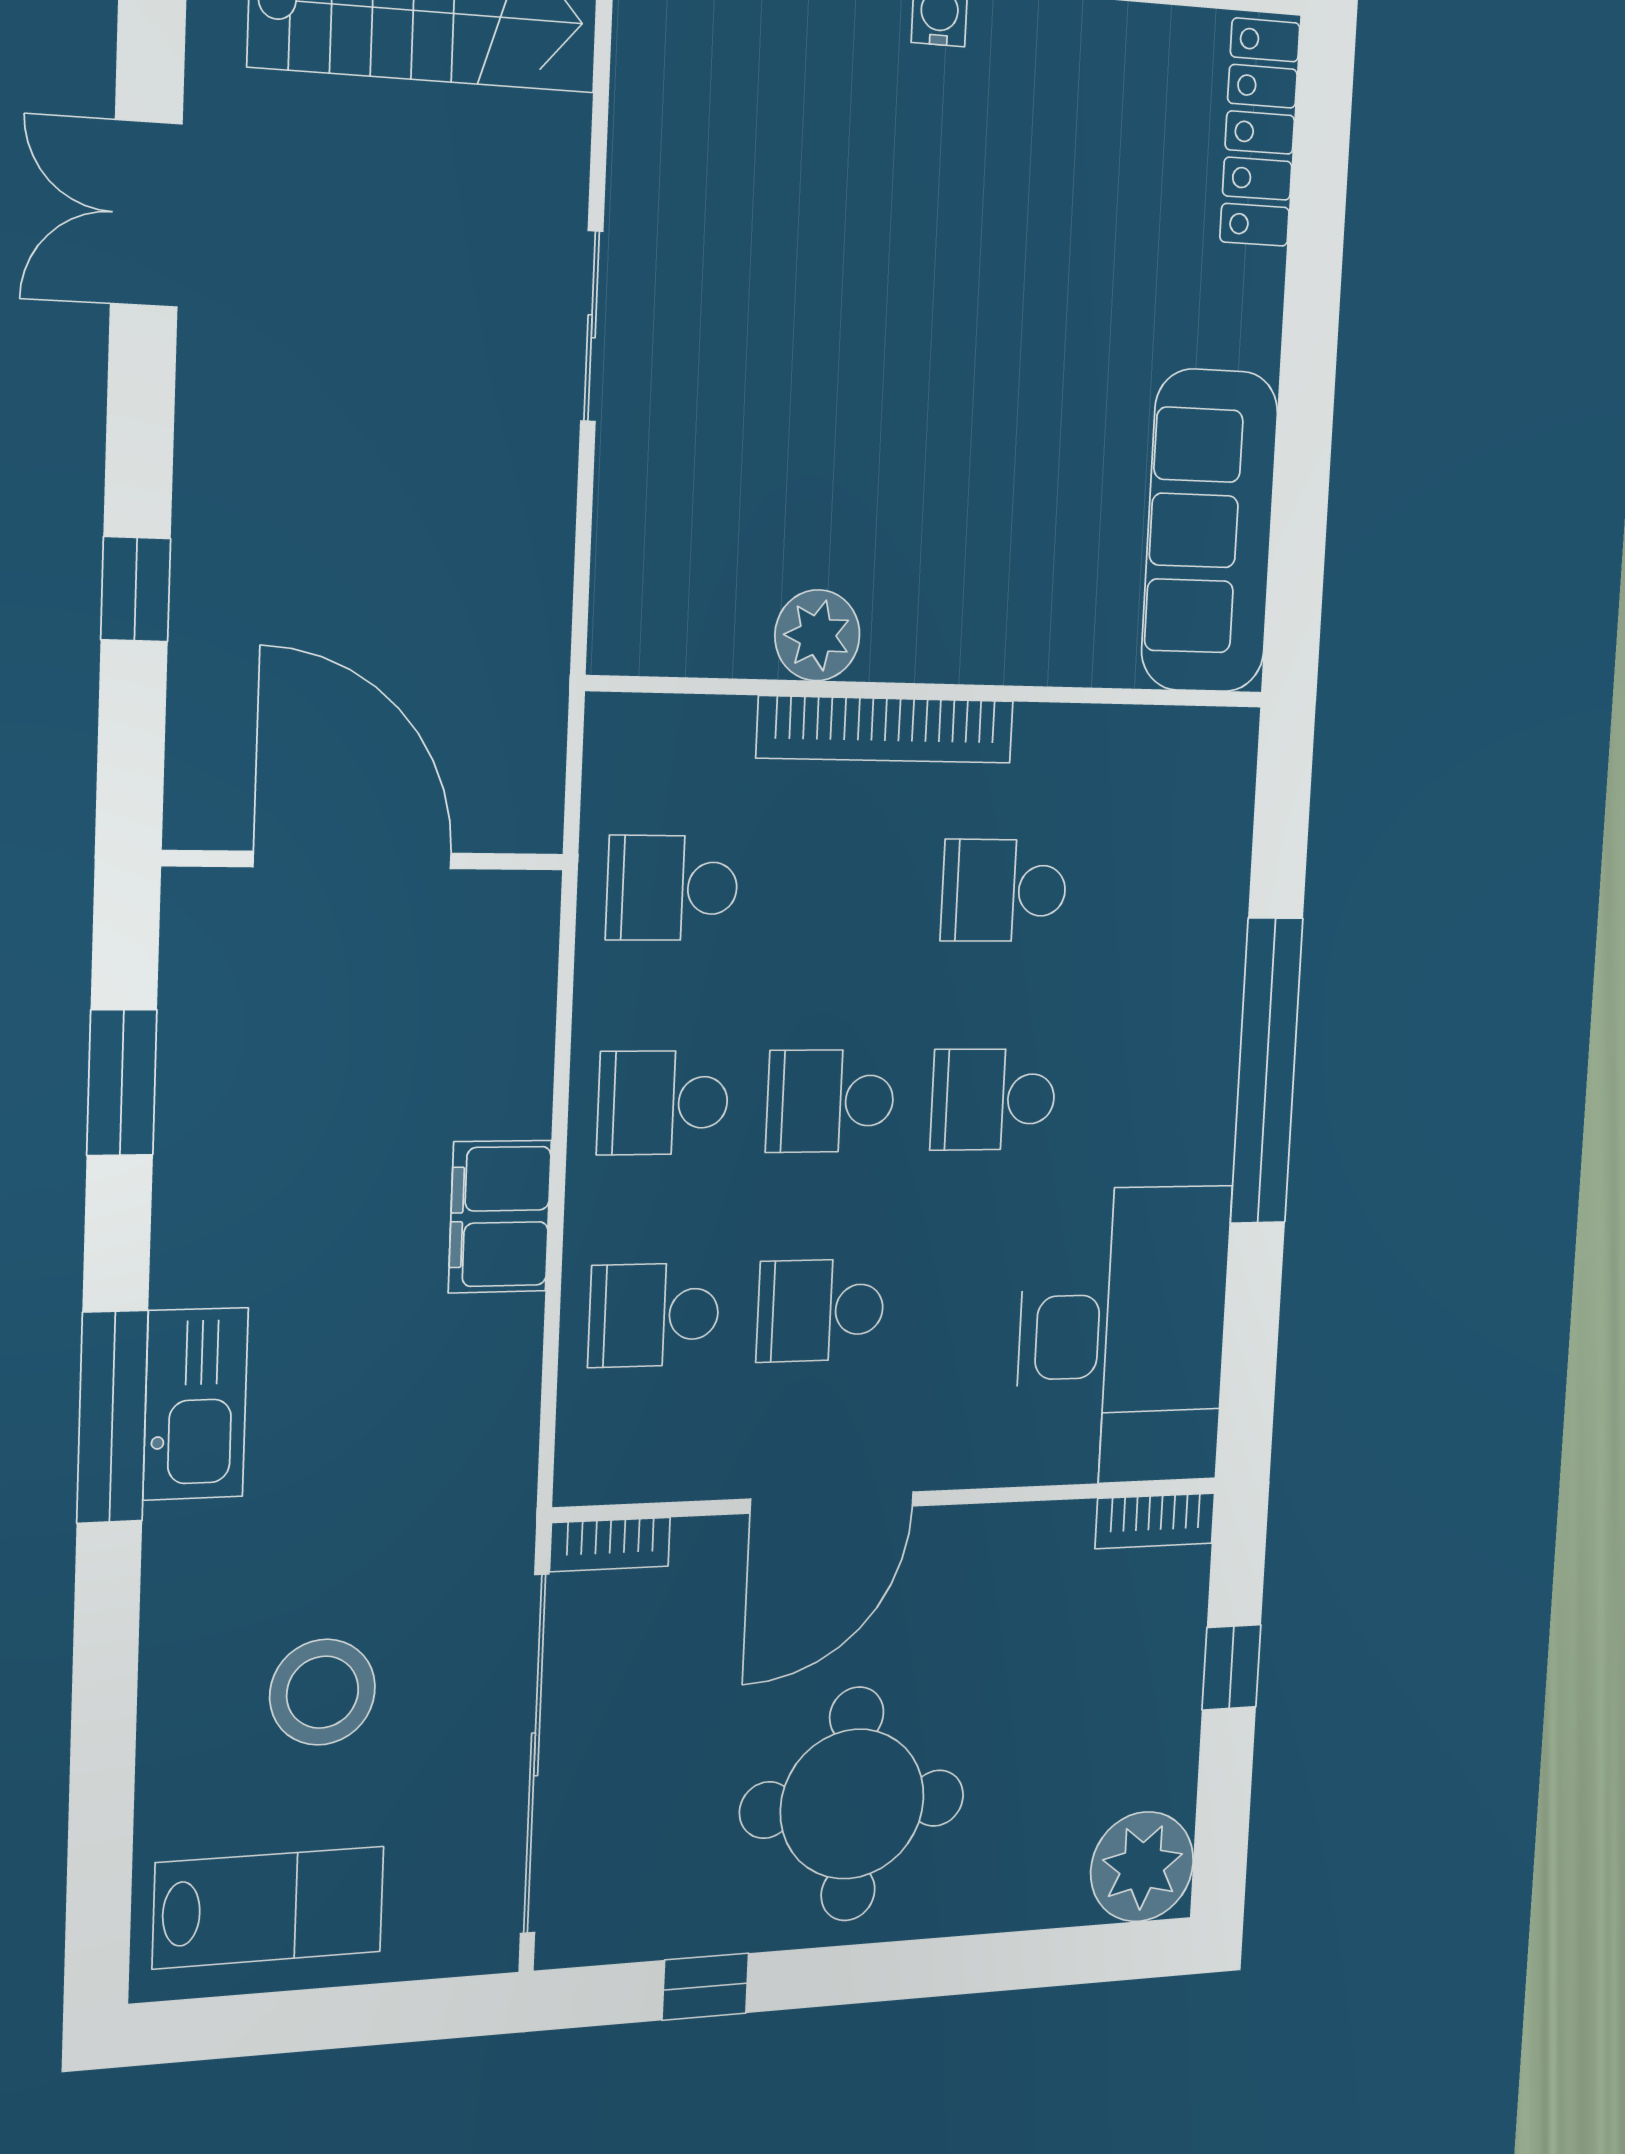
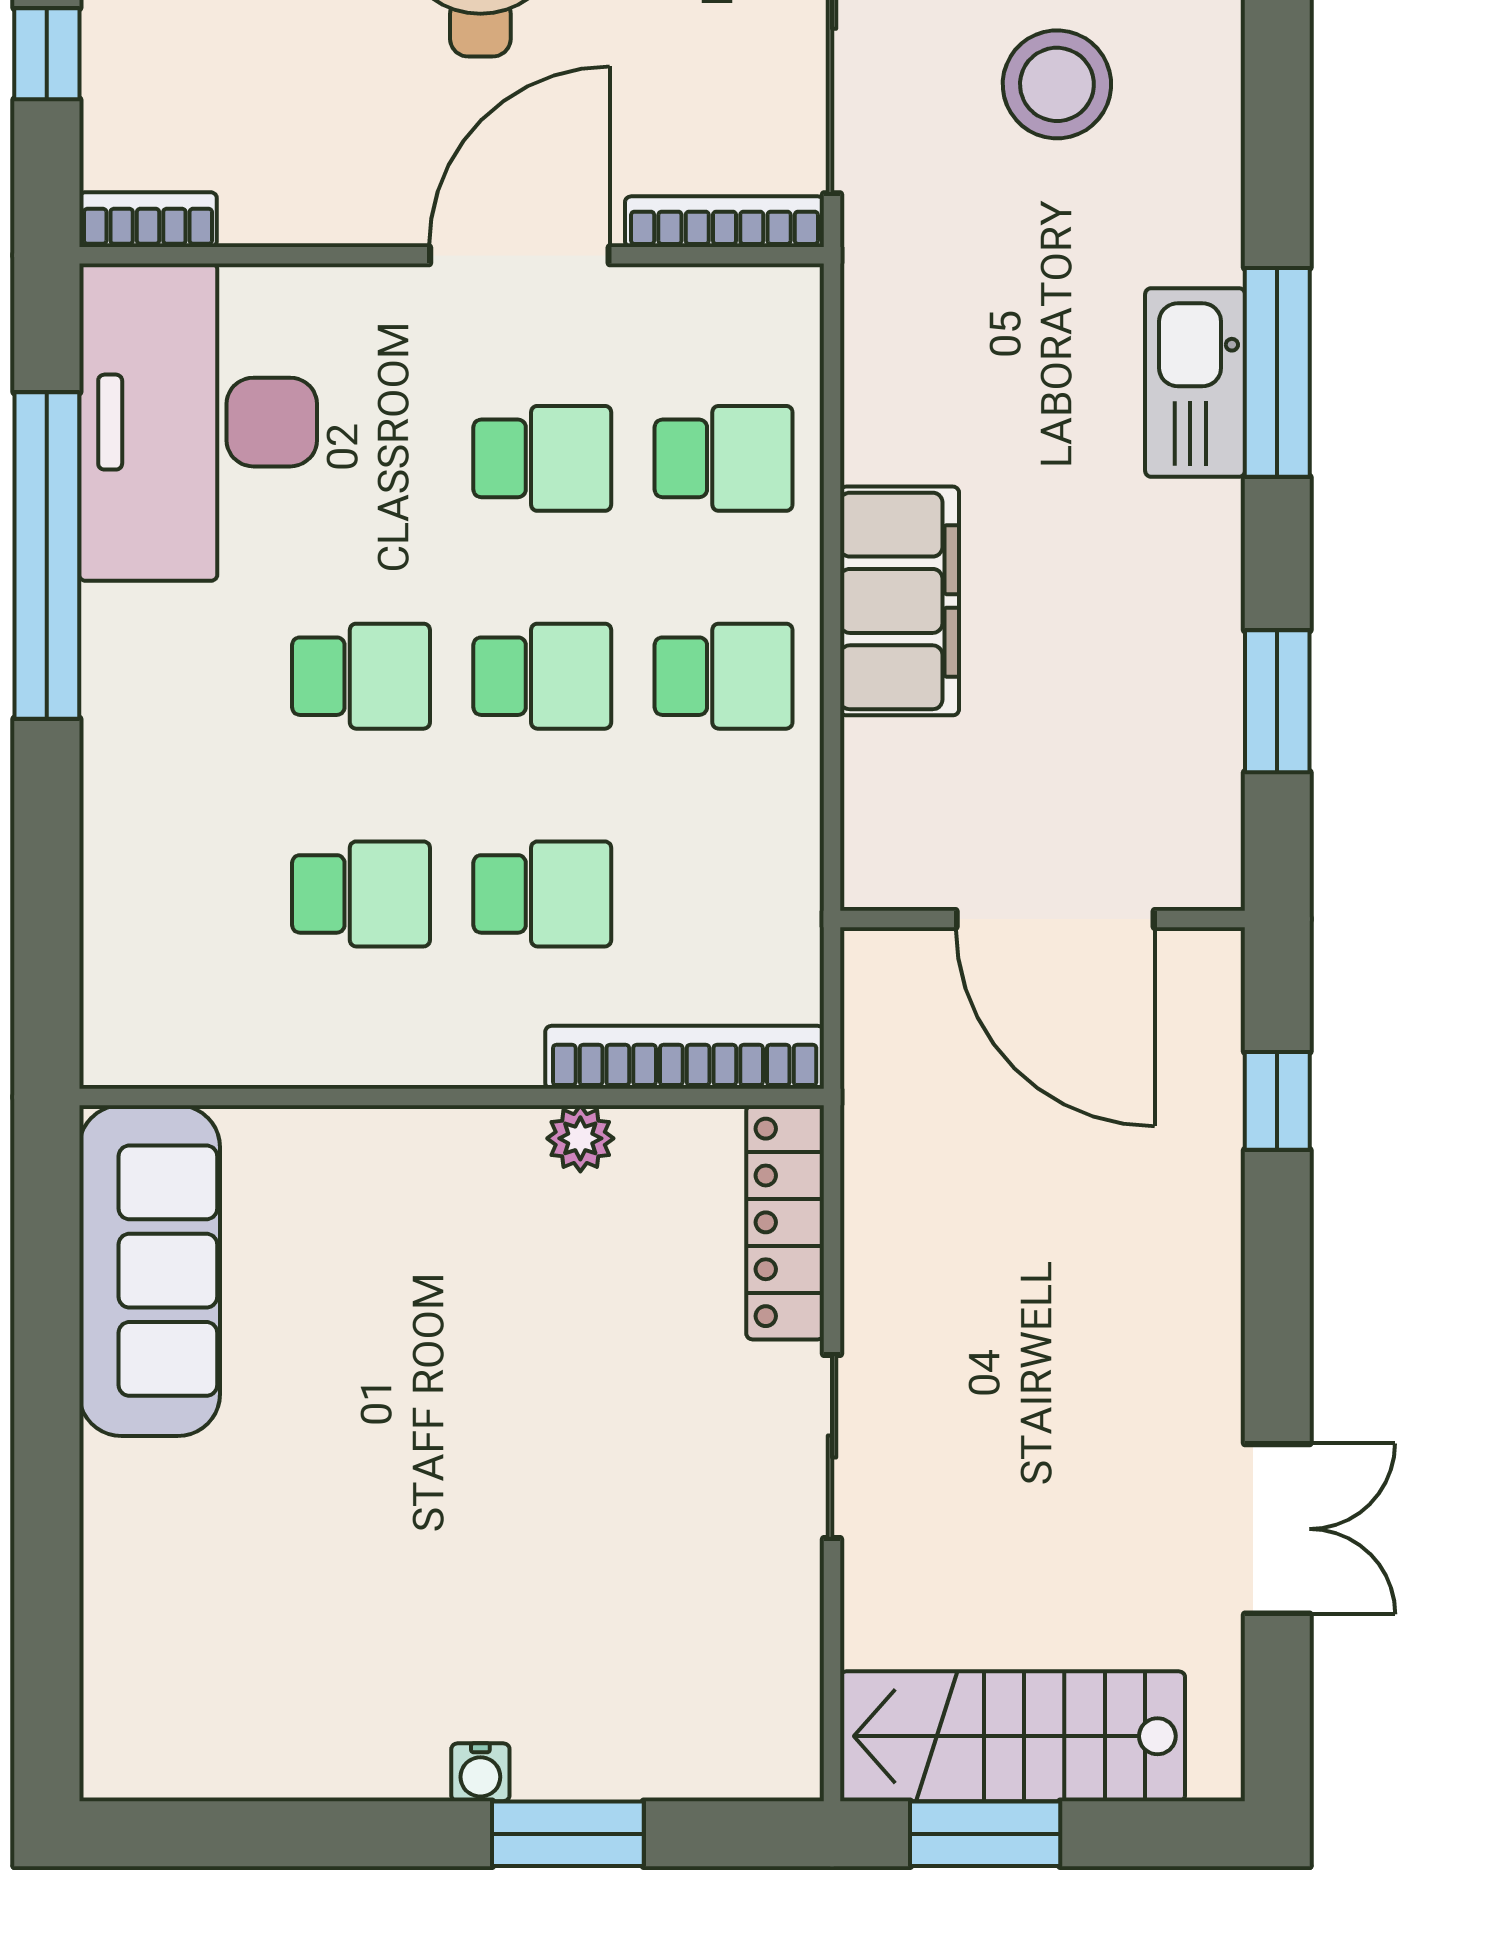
locker: (1260, 133) -> (785, 1222), moved, turned 180
window: (136, 589) -> (1277, 1101), moved
plant: (817, 635) -> (580, 1138), width x0.73, depth x0.73
bookcase: (885, 730) -> (685, 1057), moved
school desk: (672, 888) -> (542, 894), moved
window: (1267, 1071) -> (47, 555), moved
filing cabinet: (500, 1217) -> (900, 601), width x1.50, depth x1.17
bookcase: (610, 1545) -> (724, 222), width x1.56

